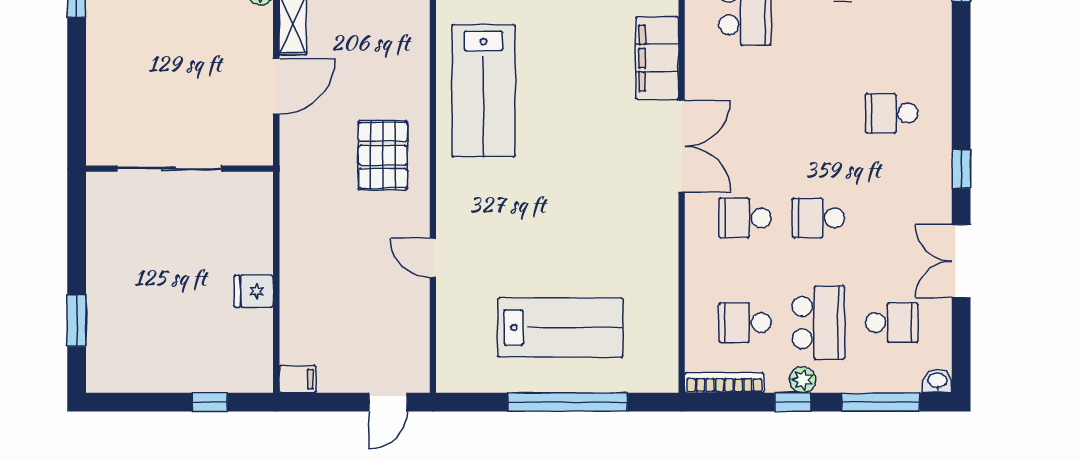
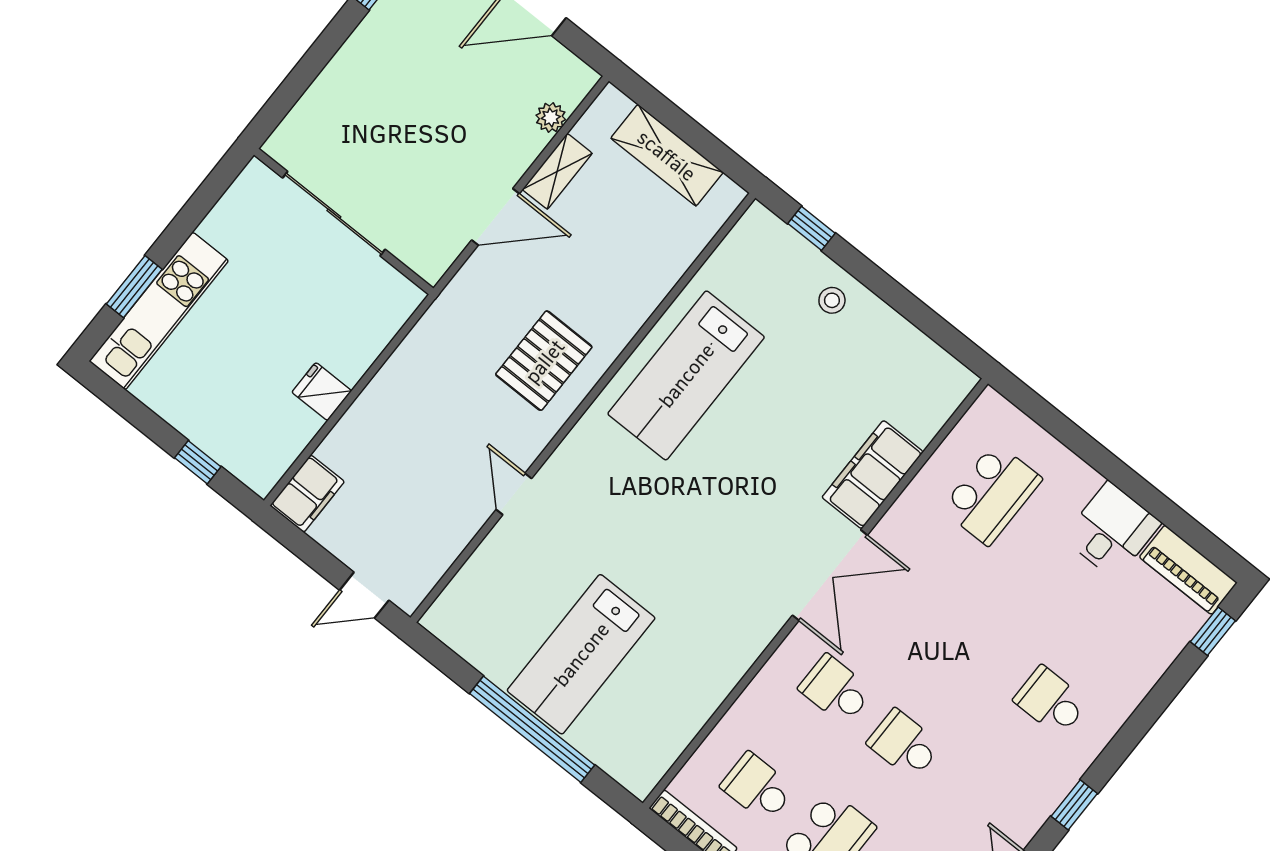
kitchen unit: (105, 323) -> (159, 311), added
lab bench: (560, 328) -> (581, 654), turned 90
filing cabinet: (298, 379) -> (307, 494), width x2.00

